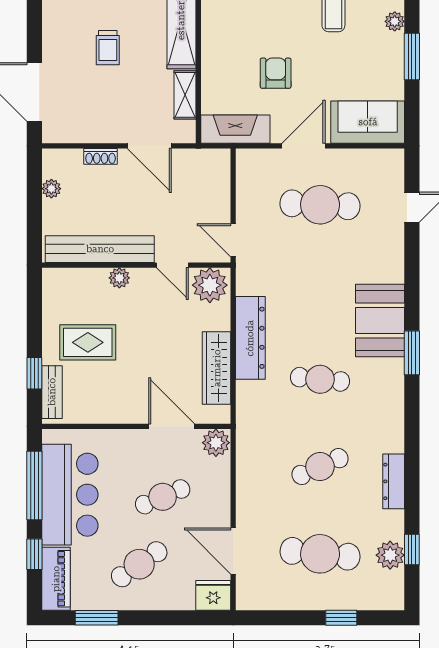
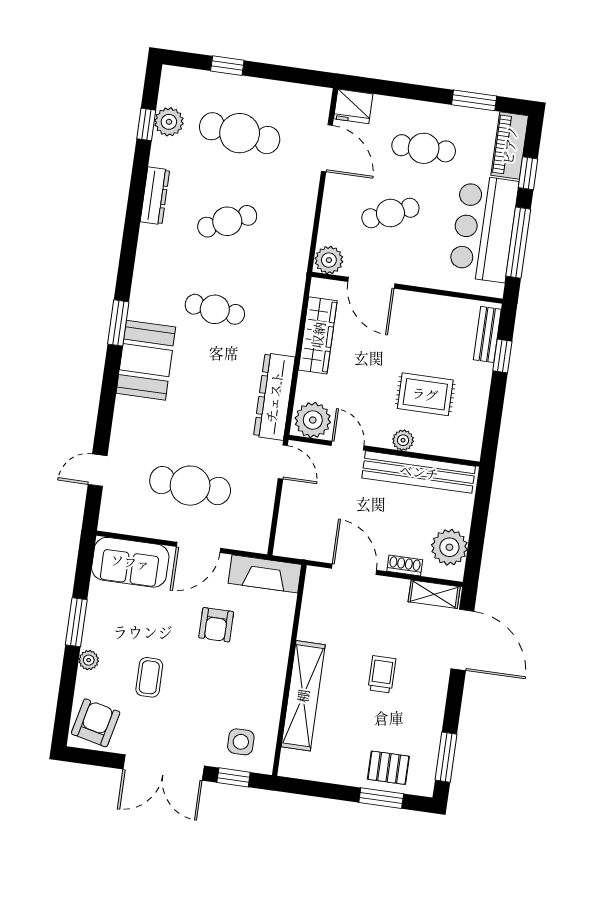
shelving: (185, 95) -> (434, 594), moved, turned 90
plant: (51, 189) -> (449, 547), width x1.87, depth x1.87
dresser: (250, 338) -> (274, 397), moved
rug: (88, 342) -> (425, 394), moved
cafe table: (139, 564) -> (424, 148), turned 35

